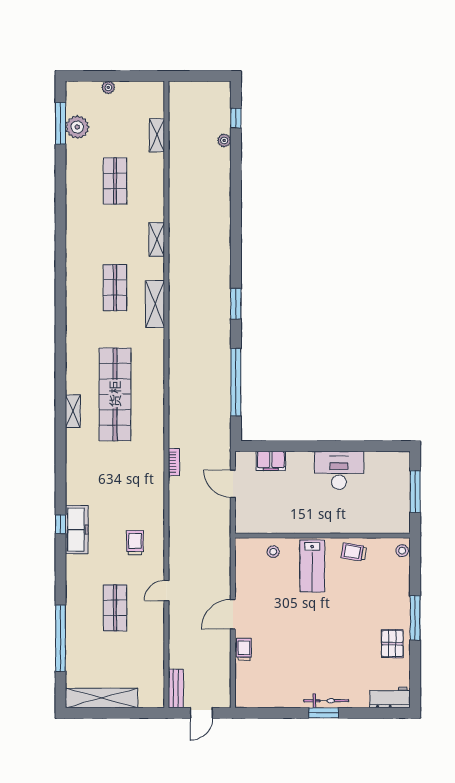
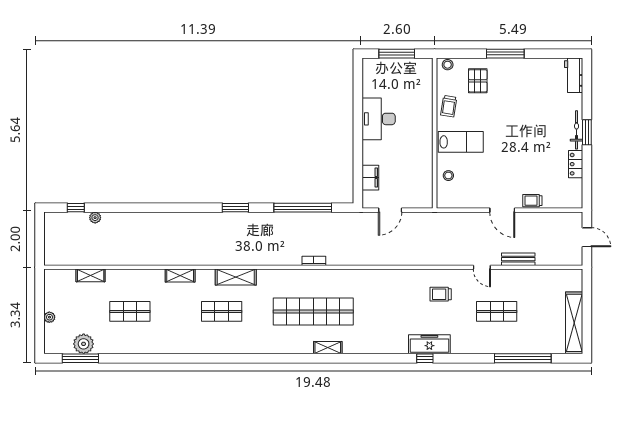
bookcase: (174, 462) -> (314, 261), moved
pallet: (392, 644) -> (478, 81), moved, turned 90
bench: (176, 688) -> (518, 259), moved
locker: (286, 700) -> (576, 164), added

